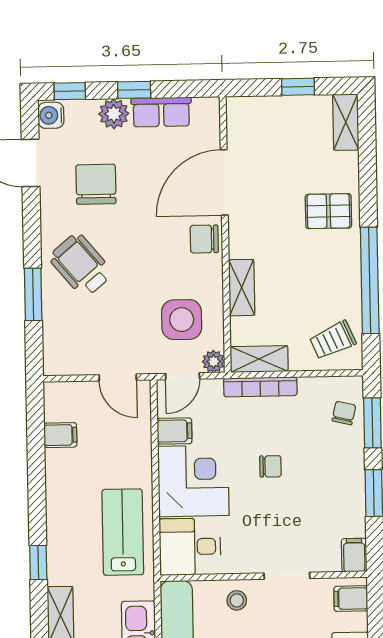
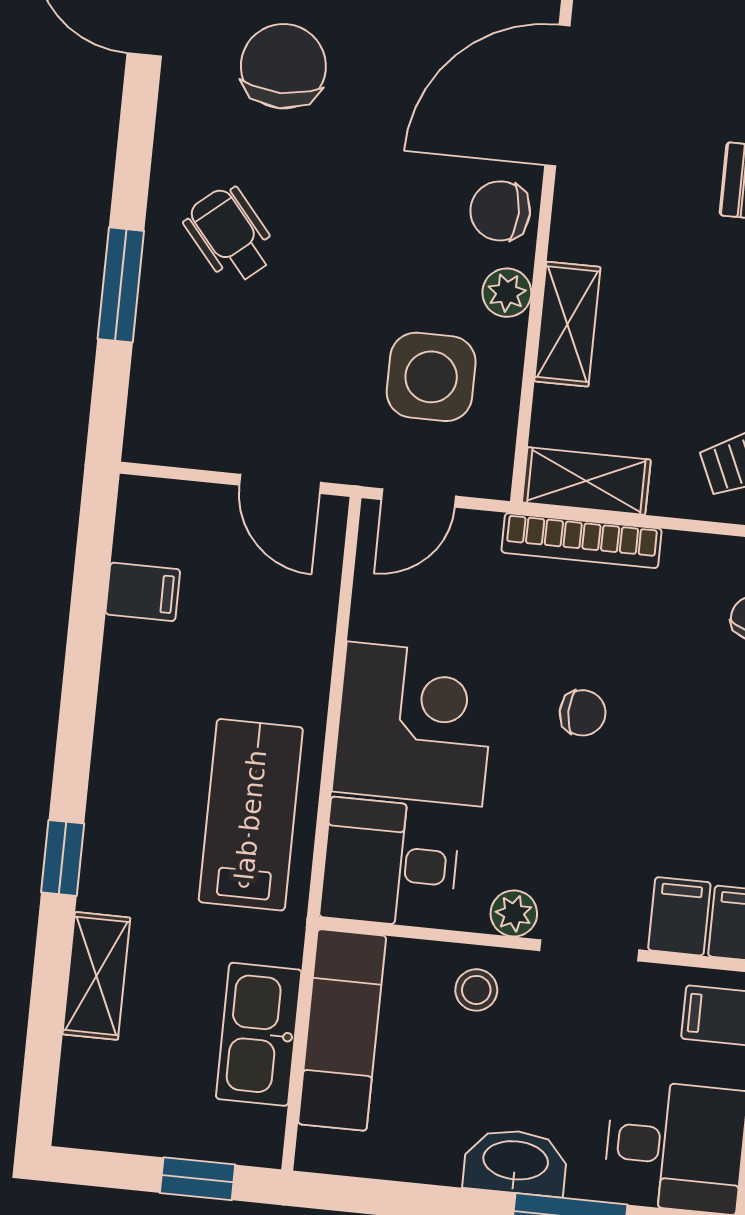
wheelchair: (81, 265) -> (230, 235), width x0.73, depth x0.73
plant: (214, 361) -> (507, 293), moved
filing cabinet: (174, 431) -> (679, 916), moved, turned -90
plant: (250, 563) -> (514, 913), added

